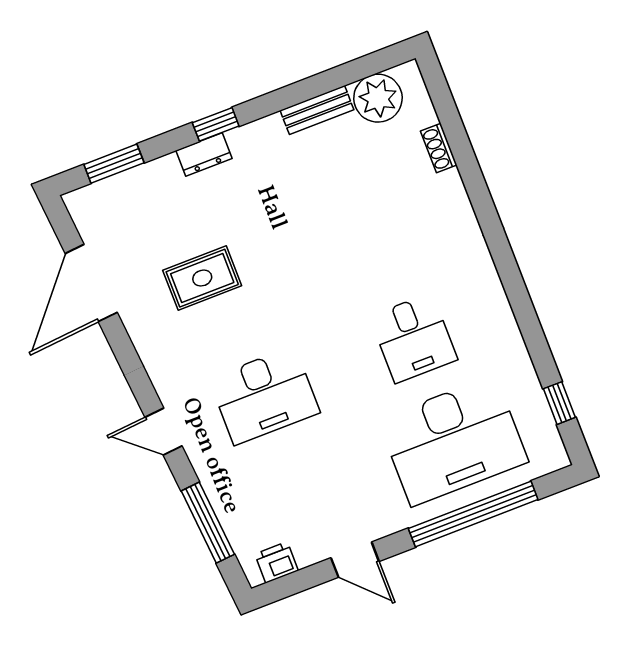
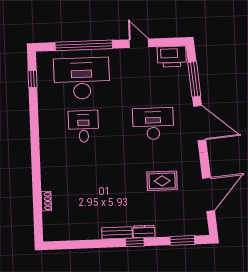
plant: (378, 98) -> (64, 230), removed
bench: (317, 110) -> (117, 233), moved
door: (164, 432) -> (200, 123), width x1.87
printer: (276, 562) -> (172, 57), width x1.87, depth x1.48

